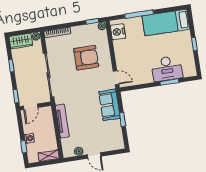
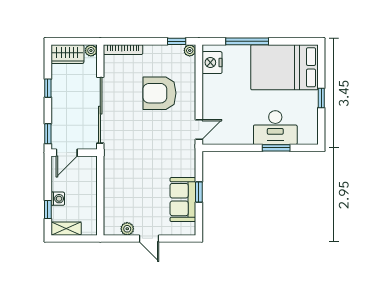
bed: (166, 22) -> (284, 67), width x1.50
armchair: (86, 58) -> (159, 93), turned 180
door: (116, 78) -> (199, 129), hinge flipped
sofa: (109, 105) -> (183, 200), moved
tv unit: (62, 121) -> (110, 181), removed
shelving: (49, 156) -> (66, 229), moved

